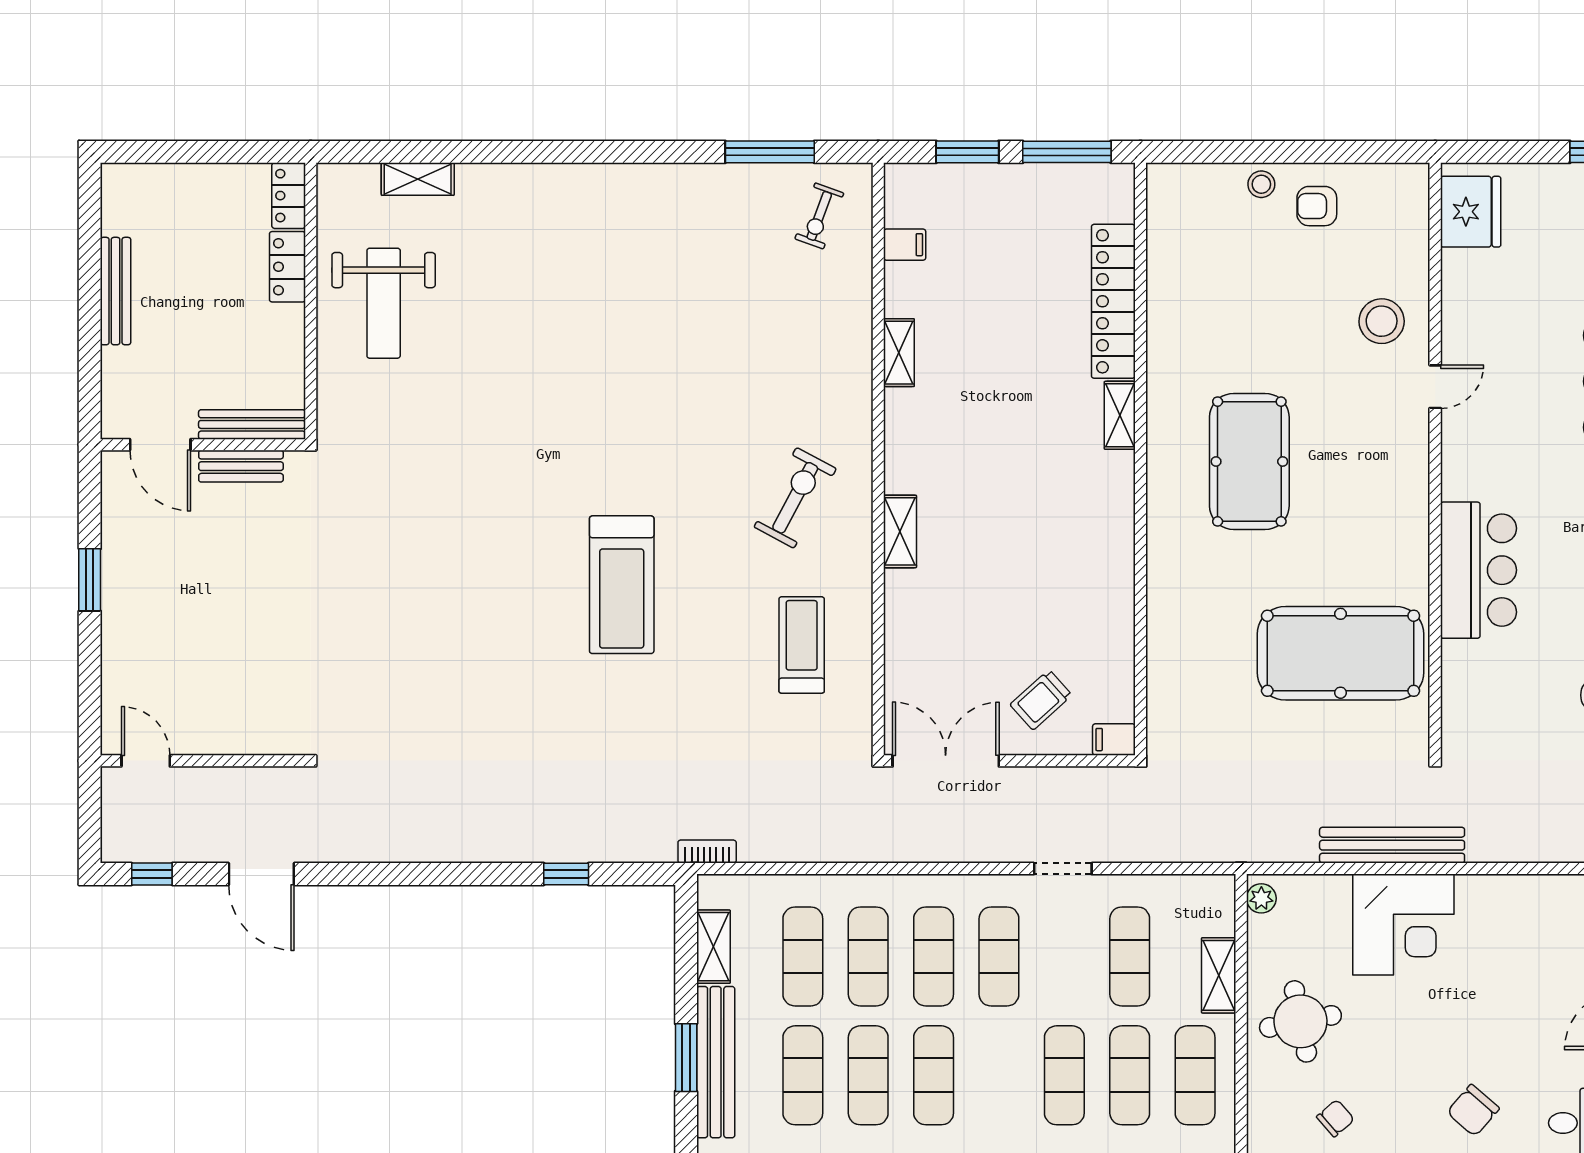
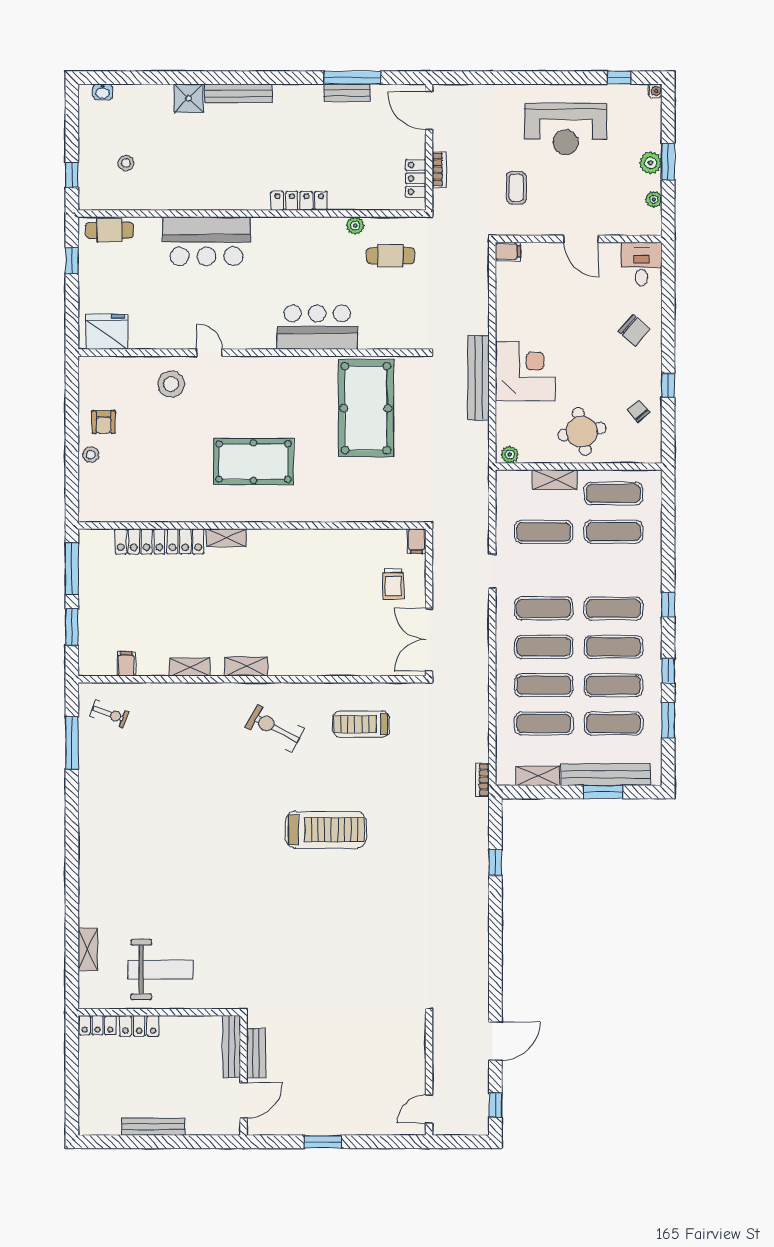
shelving: (900, 531) -> (246, 666), moved
trolley: (1041, 700) -> (393, 584), turned 40
exercise mat: (1064, 1075) -> (613, 608), moved

